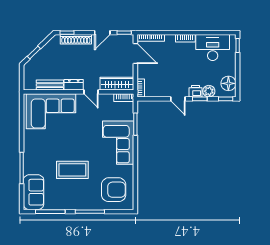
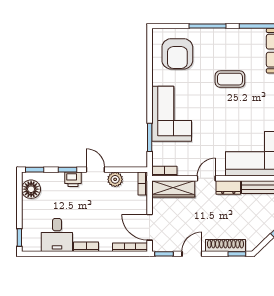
desk: (213, 48) -> (57, 235), width x0.73
plant: (209, 91) -> (115, 179), moved
door: (91, 92) -> (206, 178), hinge flipped
coffee table: (72, 170) -> (230, 79), width x0.73, depth x0.76
armchair: (114, 190) -> (177, 54), turned -90

